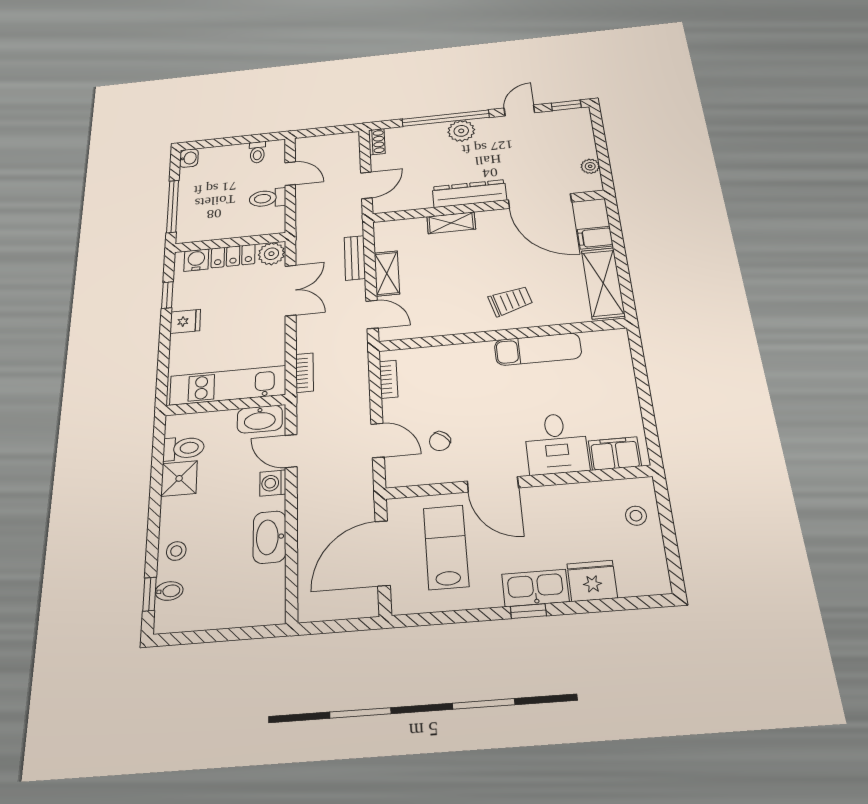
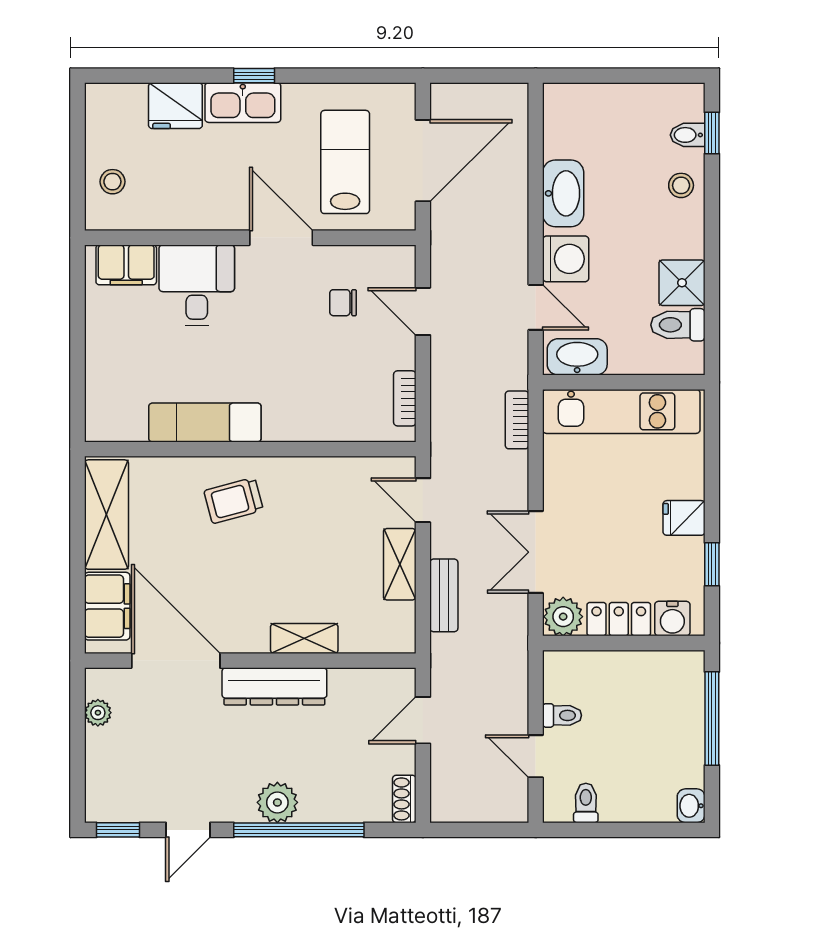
toilet: (267, 198) -> (562, 715), width x0.73, depth x0.72
filing cabinet: (595, 238) -> (107, 606), width x2.00
chair: (440, 441) -> (343, 303), turned -129
washing machine: (273, 483) -> (566, 259), width x1.38, depth x1.38
lab bench: (446, 547) -> (345, 162), turned 180

